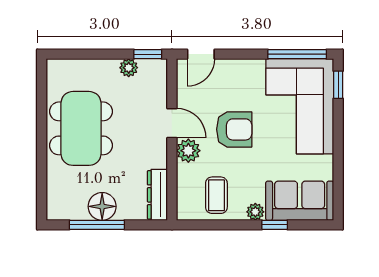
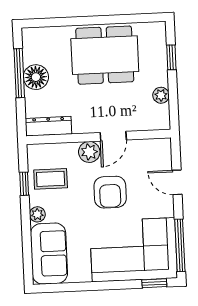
window: (148, 54) -> (171, 57), moved
door: (201, 54) -> (177, 182), moved
window: (275, 225) -> (24, 184), moved

